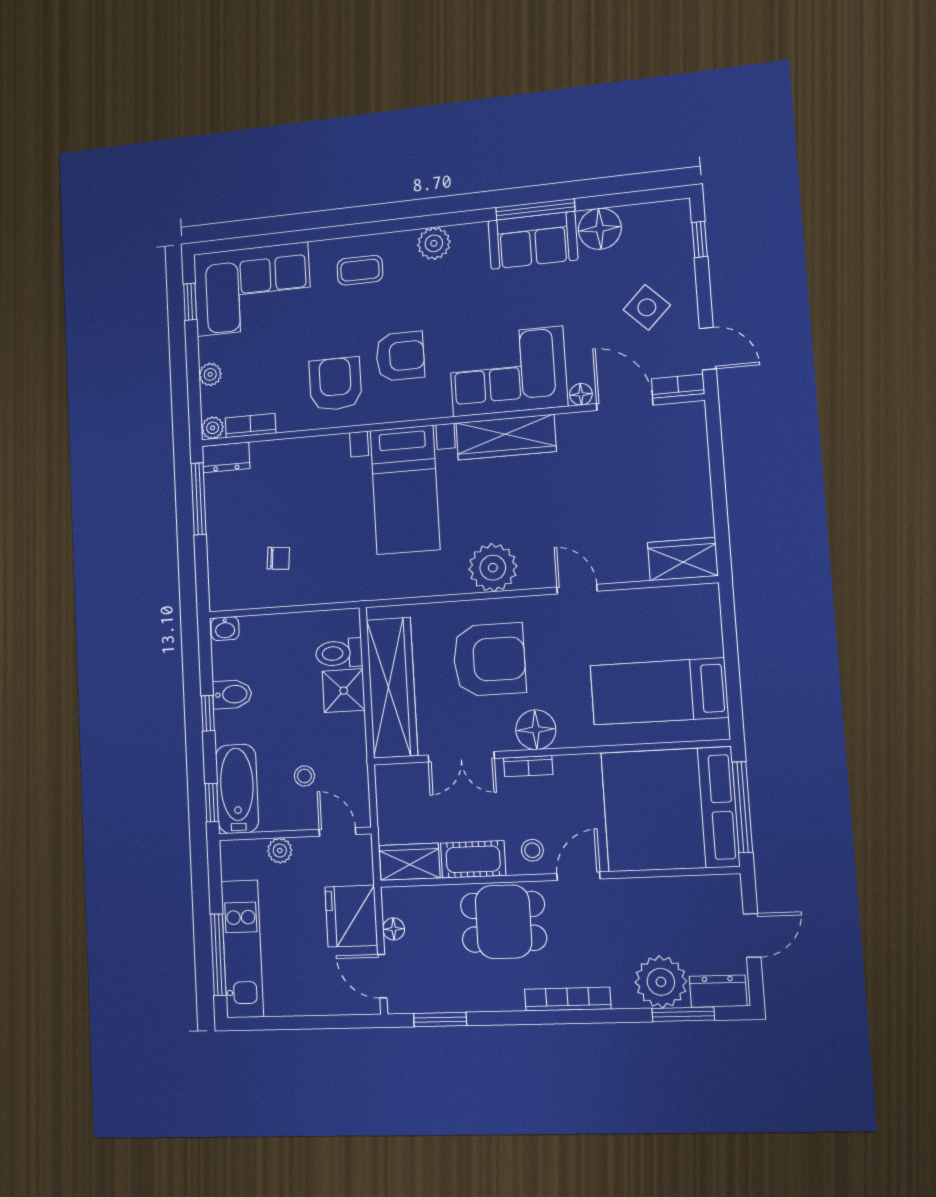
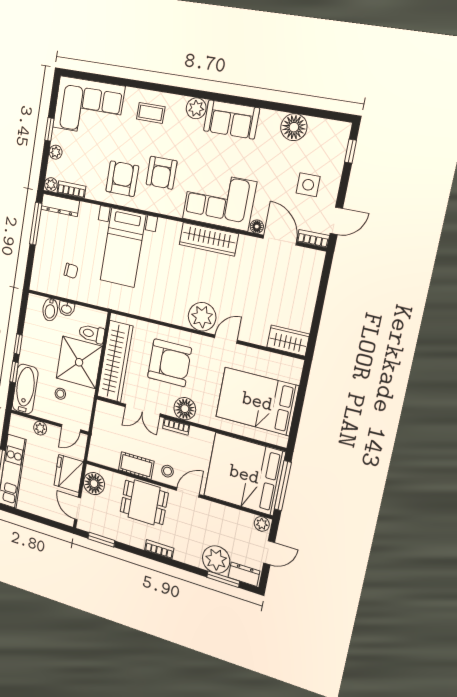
window: (535, 209) -> (259, 104), removed
sofa: (533, 240) -> (231, 119), moved
window: (190, 302) -> (49, 129), moved
side table: (647, 307) -> (308, 185), turned 45
door: (708, 349) -> (336, 221), hinge flipped
armchair: (400, 356) -> (162, 173), turned 90
dresser: (226, 457) -> (60, 205), width x1.44
bed with nightstands: (405, 490) -> (123, 248), moved
plant: (493, 568) -> (202, 317), moved
door: (577, 589) -> (226, 339), hinge flipped
washbasin: (225, 629) -> (66, 309), moved
shower: (344, 691) -> (79, 362), width x1.86, depth x1.86
bed: (659, 691) -> (257, 401), width x1.50
bidet: (232, 694) -> (50, 310), moved, turned 90
window: (212, 803) -> (14, 372), moved
door: (337, 832) -> (71, 428), swing flipped
wardrobe: (410, 862) -> (104, 456), removed
plant: (725, 888) -> (262, 524), added
floor lamp: (394, 929) -> (94, 484), width x1.89, depth x1.89
bookcase: (568, 999) -> (159, 549), width x0.64

